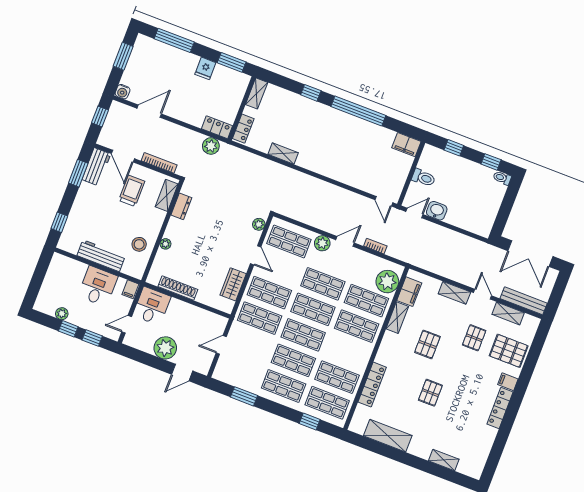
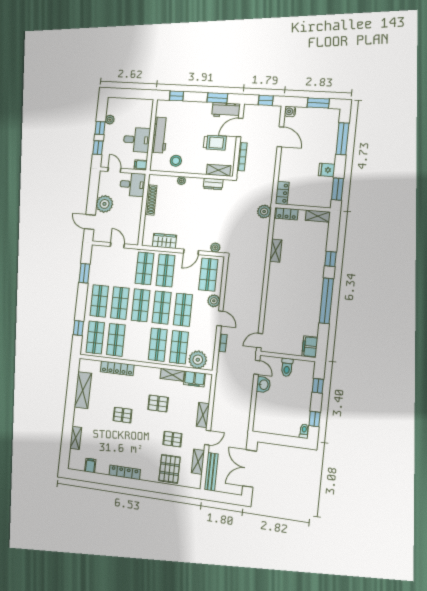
plant: (211, 146) -> (264, 212), moved
filing cabinet: (508, 382) -> (90, 466), moved

